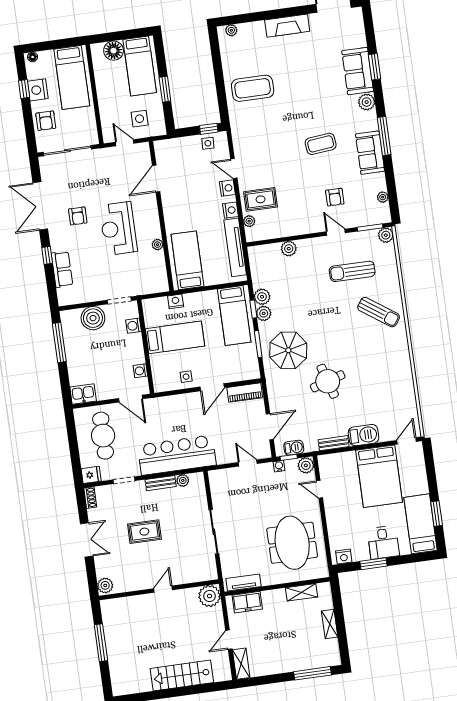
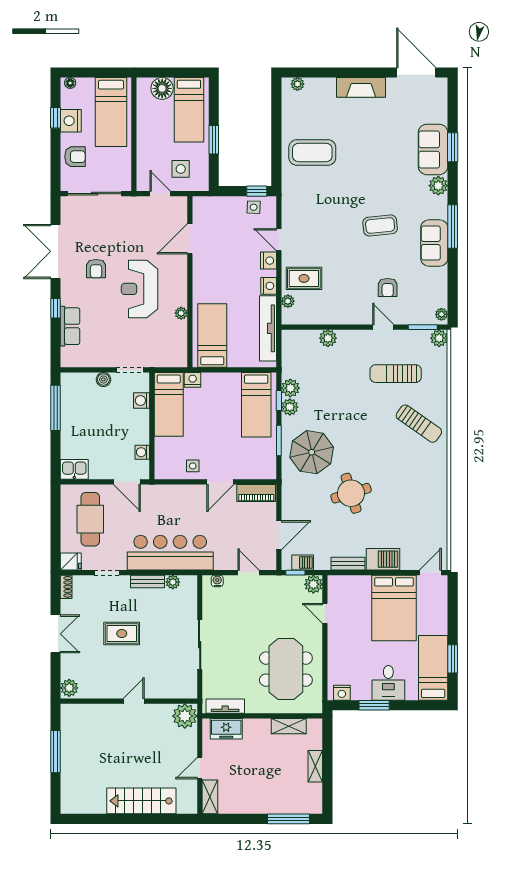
armchair: (46, 121) -> (75, 157), turned -90
plant: (383, 197) -> (441, 314), moved
boiler: (93, 318) -> (103, 380), width x0.54, depth x0.54
bed: (175, 337) -> (169, 404), moved, turned 90
water cooler: (279, 466) -> (217, 581), moved

